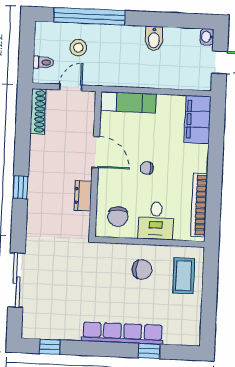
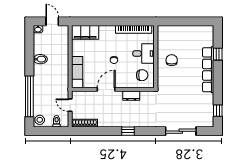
stool: (78, 48) -> (40, 120), moved
coffee table: (184, 276) -> (174, 36), removed

